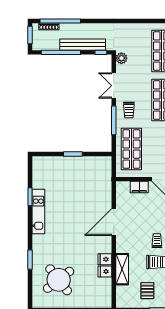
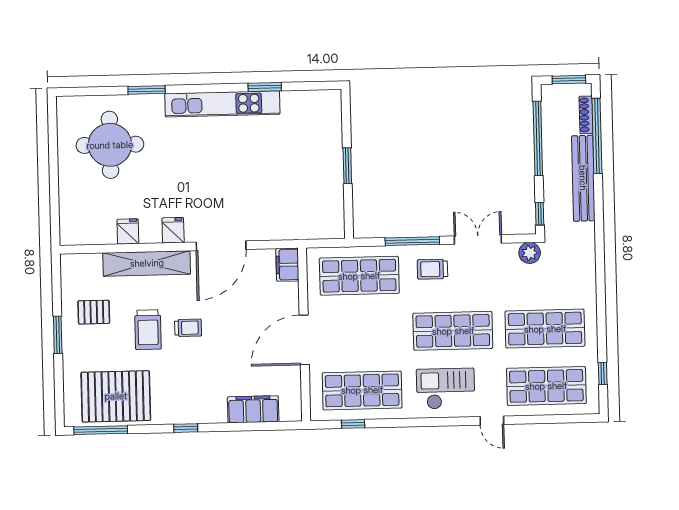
bench: (83, 45) -> (583, 178), moved
filing cabinet: (139, 187) -> (287, 265), moved
kitchen unit: (38, 211) -> (222, 104), width x1.36
door: (114, 222) -> (221, 246), swing flipped
fridge: (105, 259) -> (173, 230), moved
shelving: (122, 269) -> (147, 263), width x1.47
round table: (59, 280) -> (110, 145), turned 38

